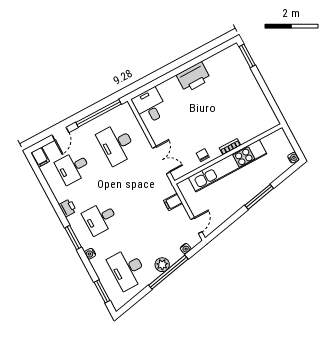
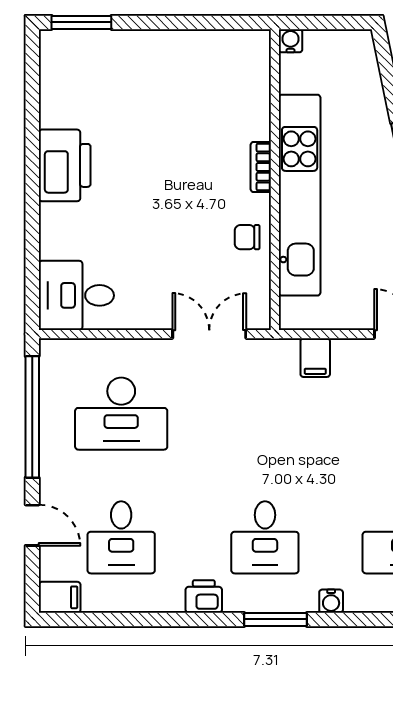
water cooler: (293, 158) -> (291, 41), moved

